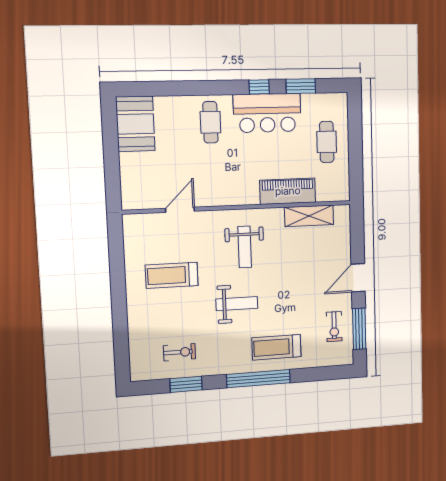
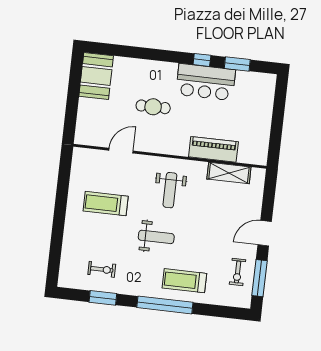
cafe table: (210, 122) -> (153, 107), moved, turned 90
cafe table: (327, 142) -> (253, 113), removed

